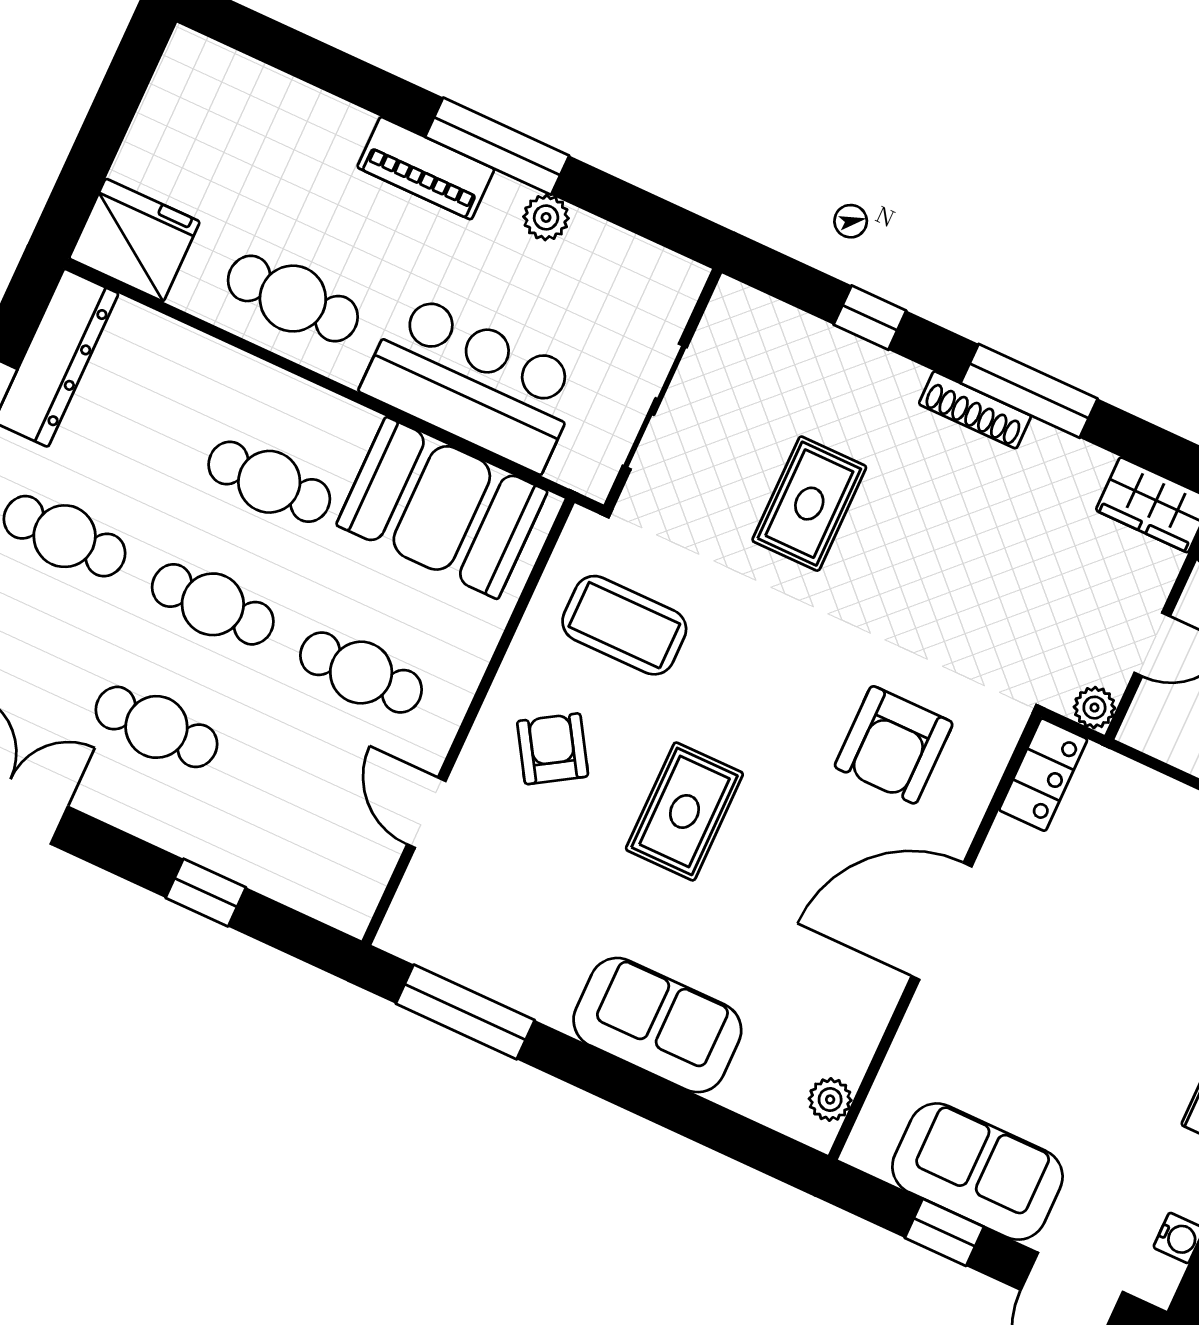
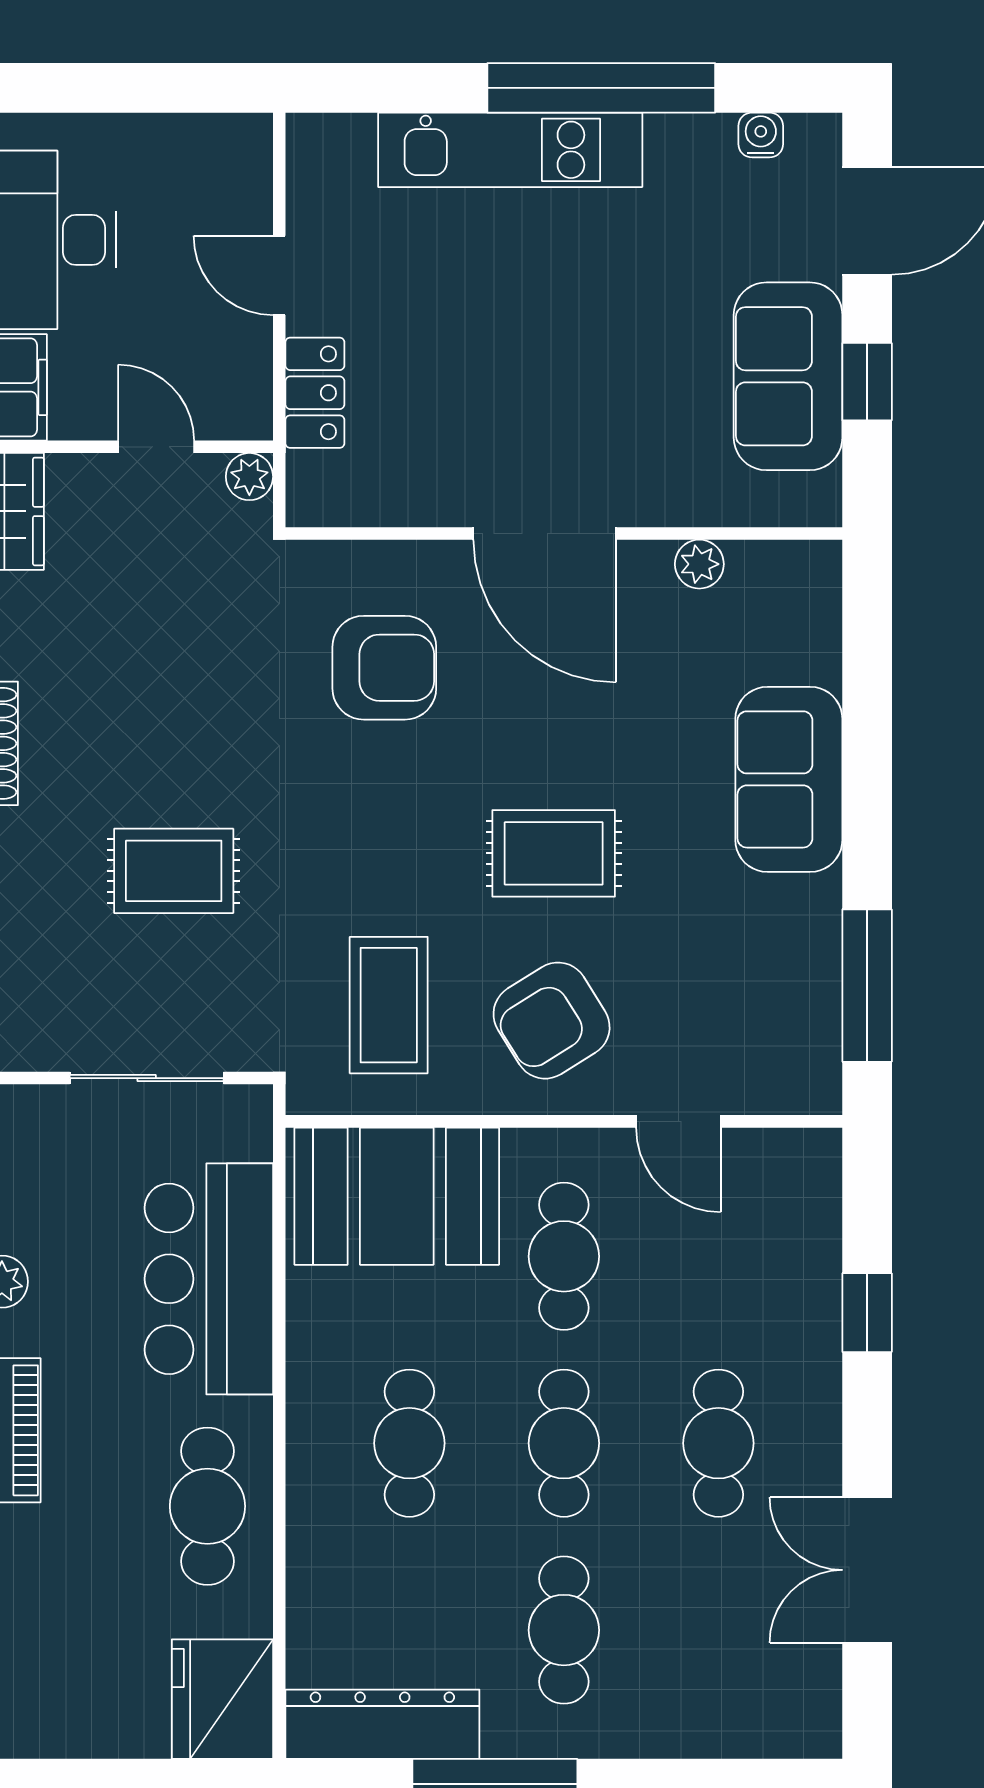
booth: (442, 508) -> (397, 1196), moved, turned 90
armchair: (553, 749) -> (552, 1021), width x1.38, depth x1.38
locker: (1043, 775) -> (315, 393), moved, turned 90
door: (426, 813) -> (678, 1121), hinge flipped
plant: (830, 1100) -> (699, 564), moved

